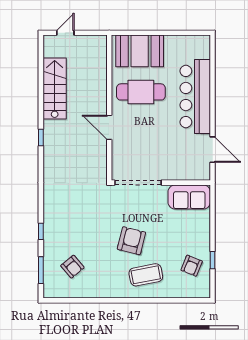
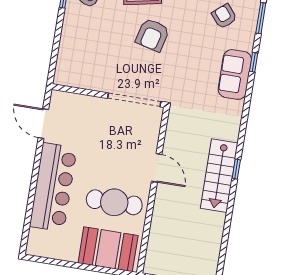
stairs: (55, 89) -> (219, 176), moved
sofa: (189, 197) -> (235, 74), moved, turned -90

